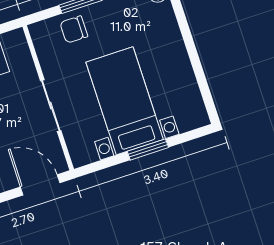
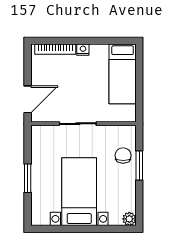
bed with nightstands: (125, 101) -> (79, 192), moved, turned -90

